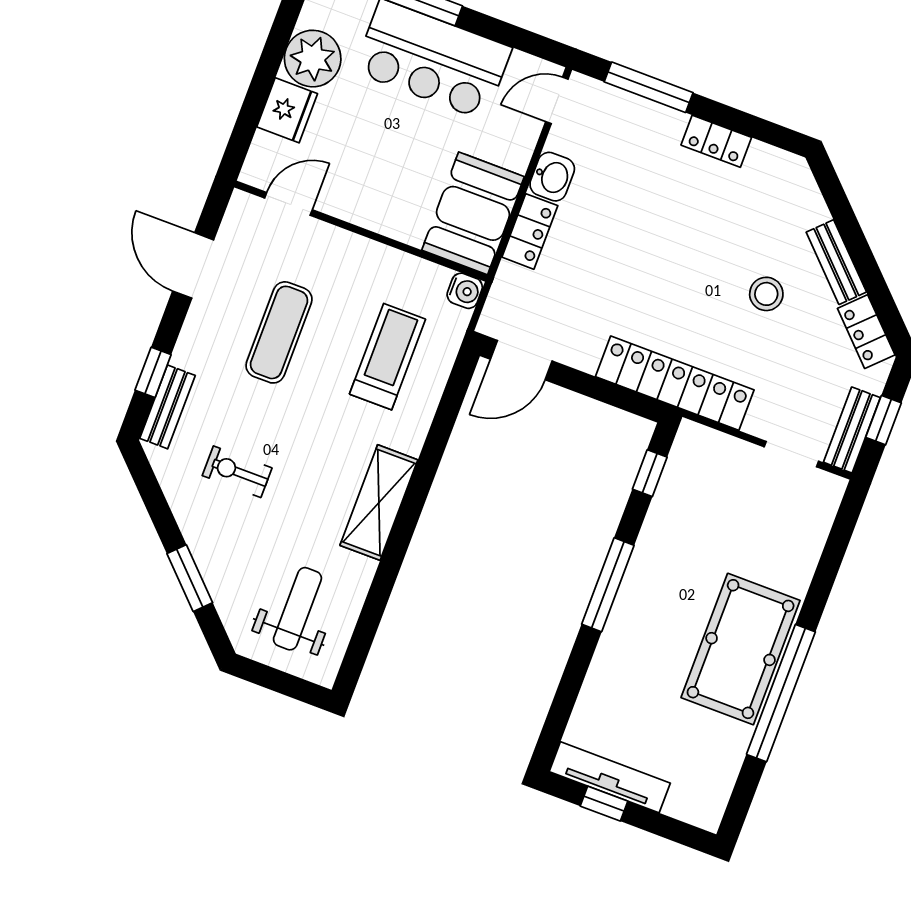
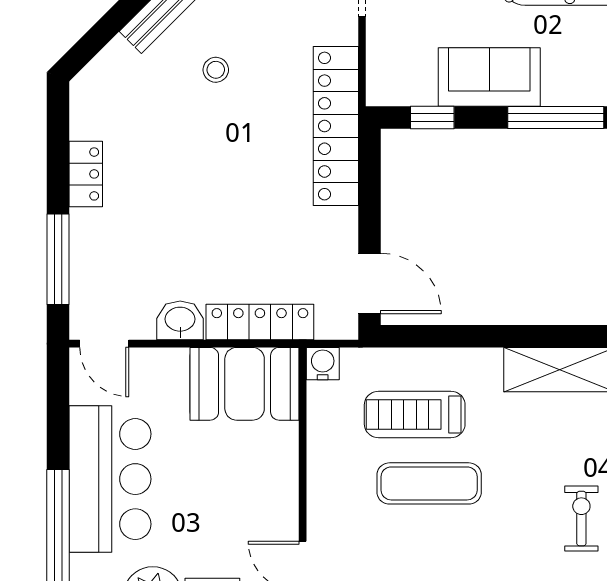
locker: (530, 231) -> (260, 322), width x1.53
stool: (766, 294) -> (216, 70), width x0.73, depth x0.73
exercise mat: (279, 332) -> (429, 483), moved
exercise bike: (237, 472) -> (581, 519), turned 180
sofa: (667, 538) -> (489, 77), added

